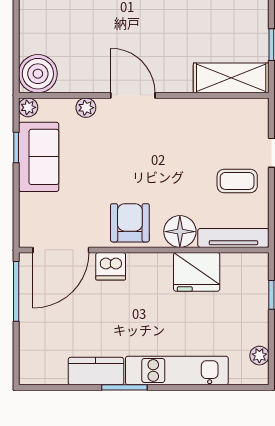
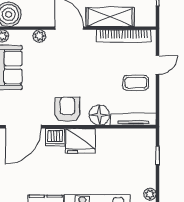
shelving: (231, 78) -> (110, 17), moved
bookcase: (218, 108) -> (124, 36), added
fridge: (197, 272) -> (80, 141), moved

